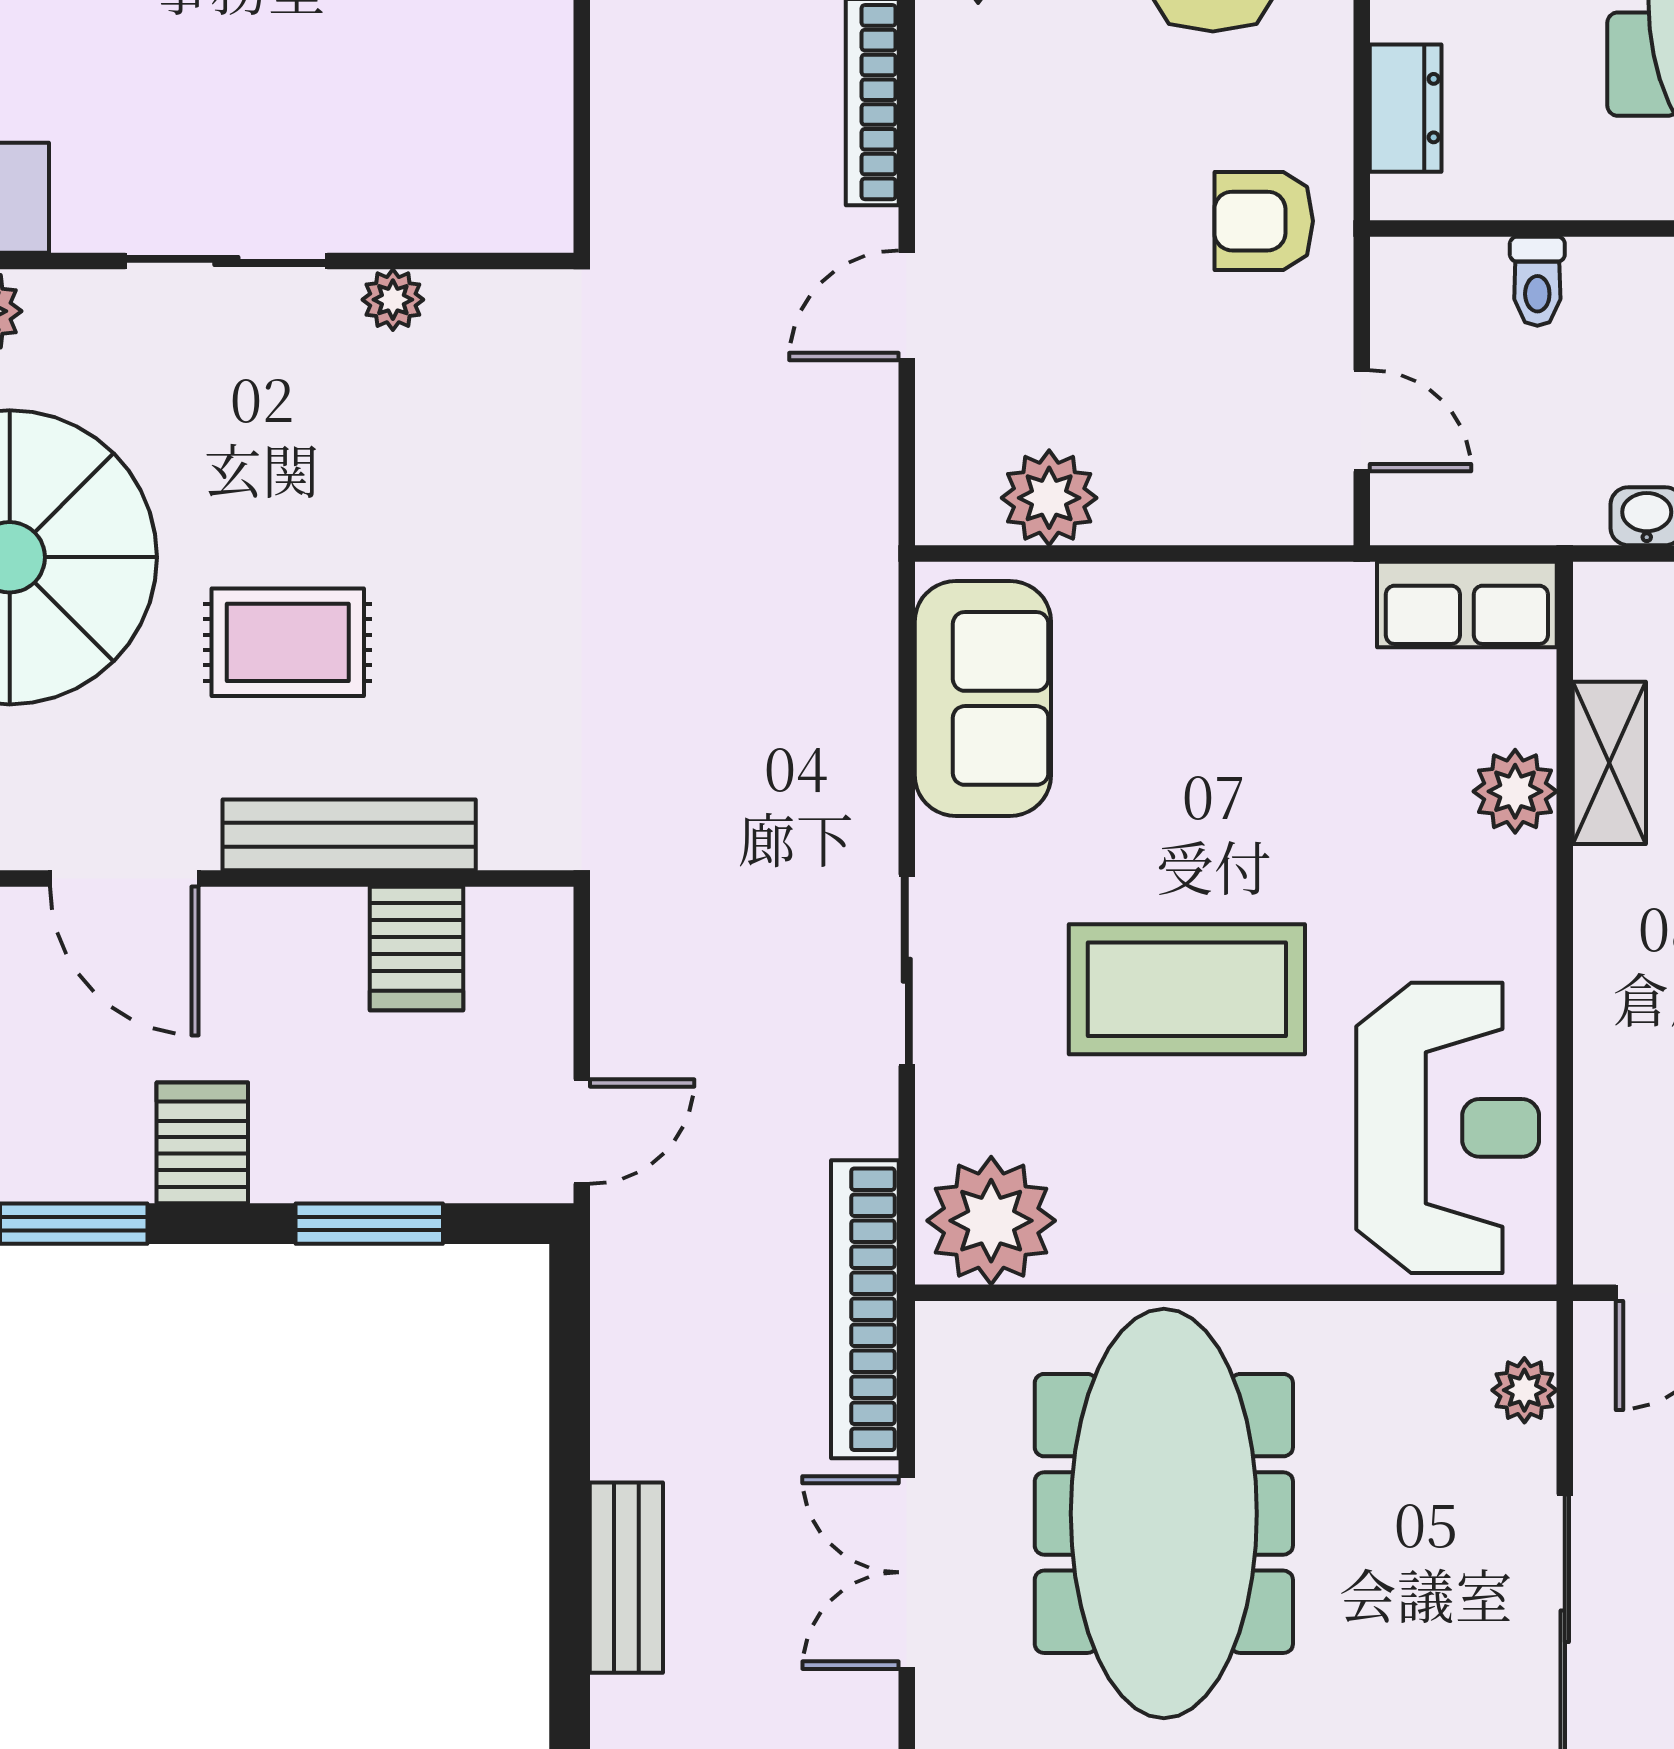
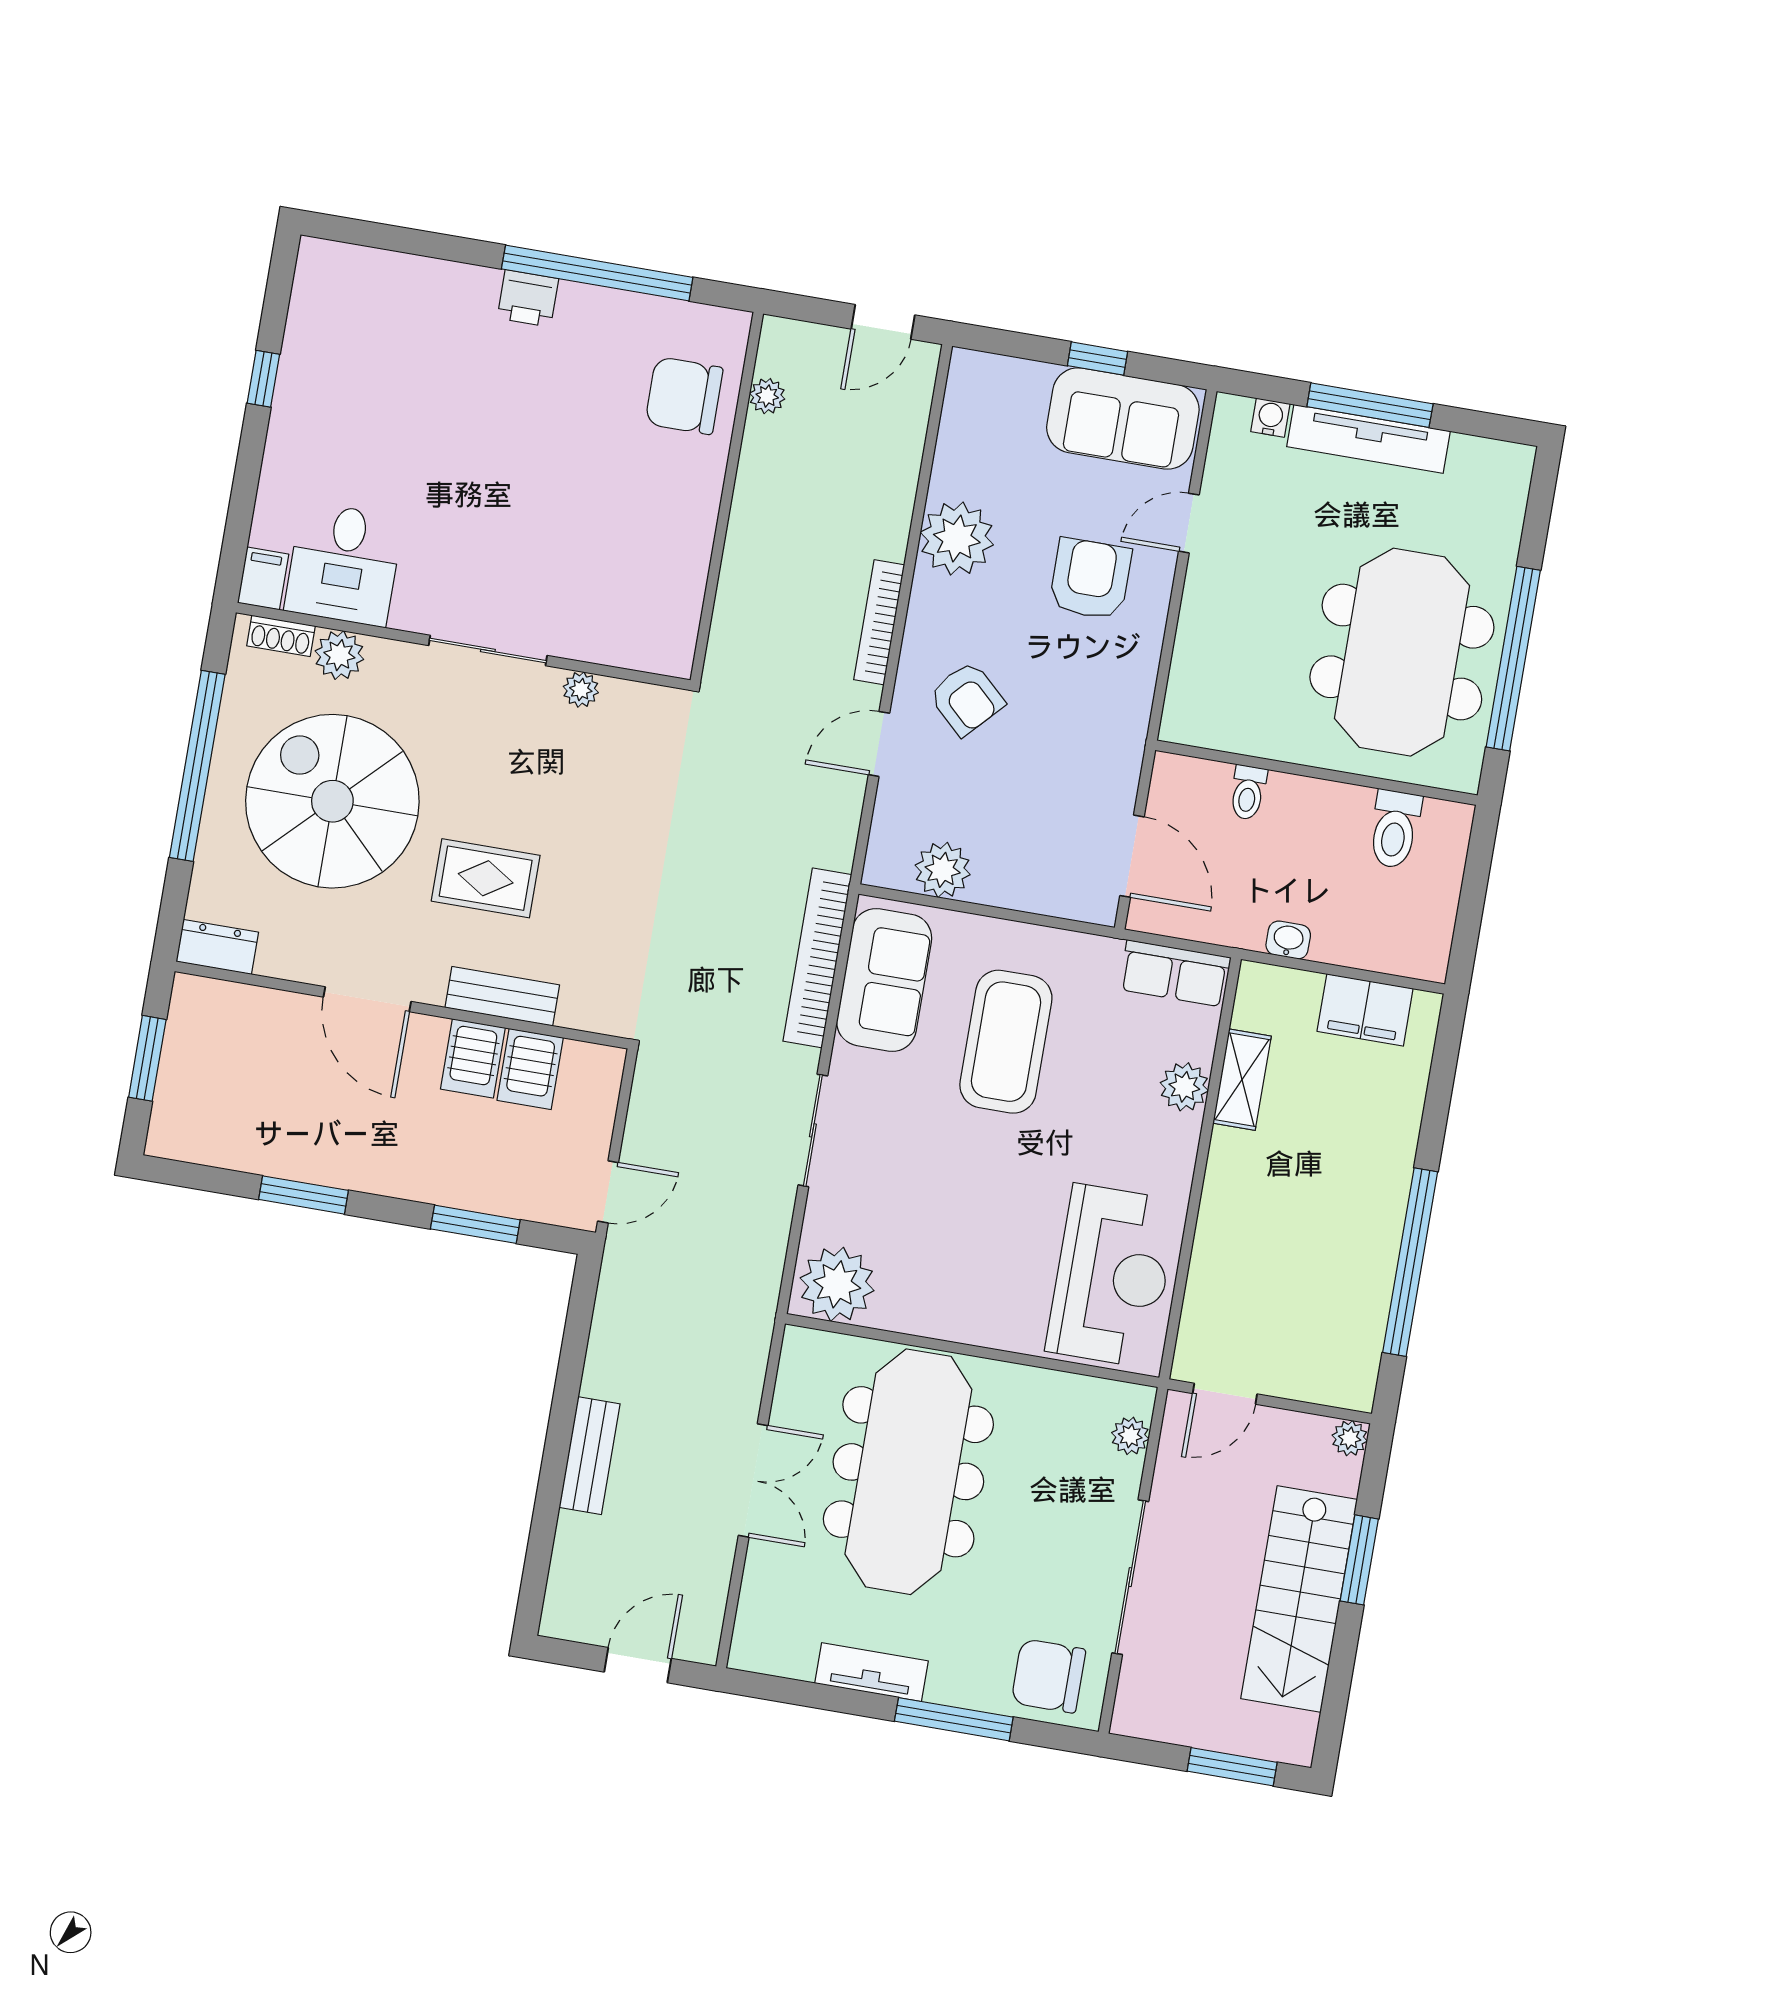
dresser: (1406, 108) -> (1189, 679), removed
armchair: (1264, 221) -> (967, 699), moved, turned -137
door: (1362, 421) -> (1132, 856), width x1.38
bench: (349, 835) -> (502, 996), width x0.73
coffee table: (1187, 989) -> (1006, 1042), moved, turned 90
server rack: (202, 1143) -> (473, 1058), moved, turned 180
bookcase: (865, 1309) -> (817, 958), moved
double door: (907, 1572) -> (753, 1480), swing flipped

